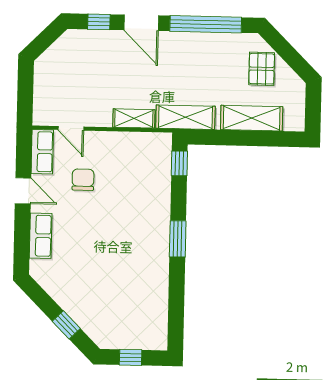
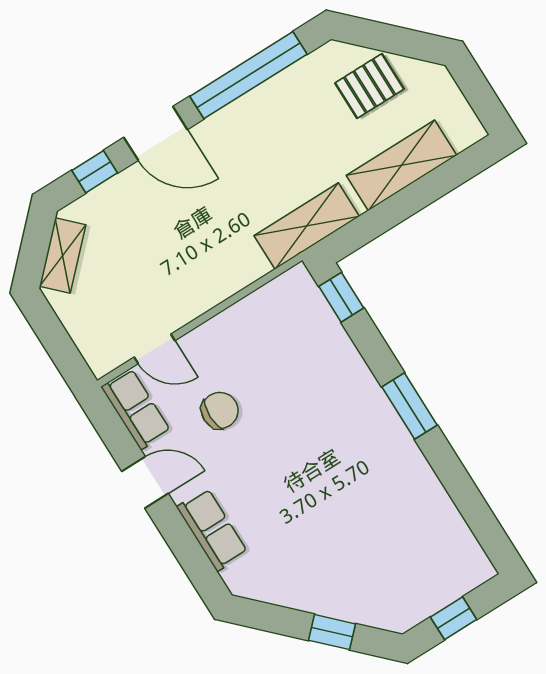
pallet: (262, 69) -> (369, 86), turned 90
shelving: (134, 118) -> (63, 256), moved, turned -45
chair: (83, 180) -> (220, 411), turned 90

